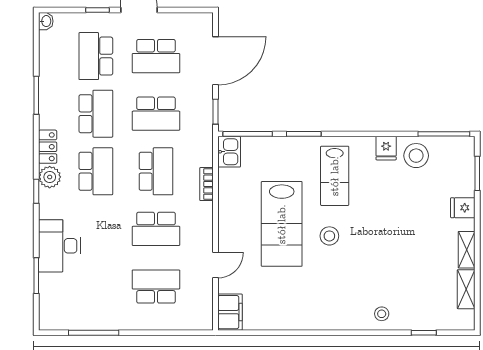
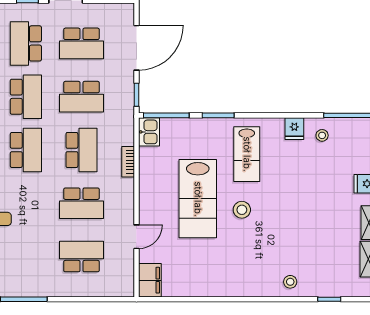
stool: (416, 156) -> (322, 135), width x0.53, depth x0.53

